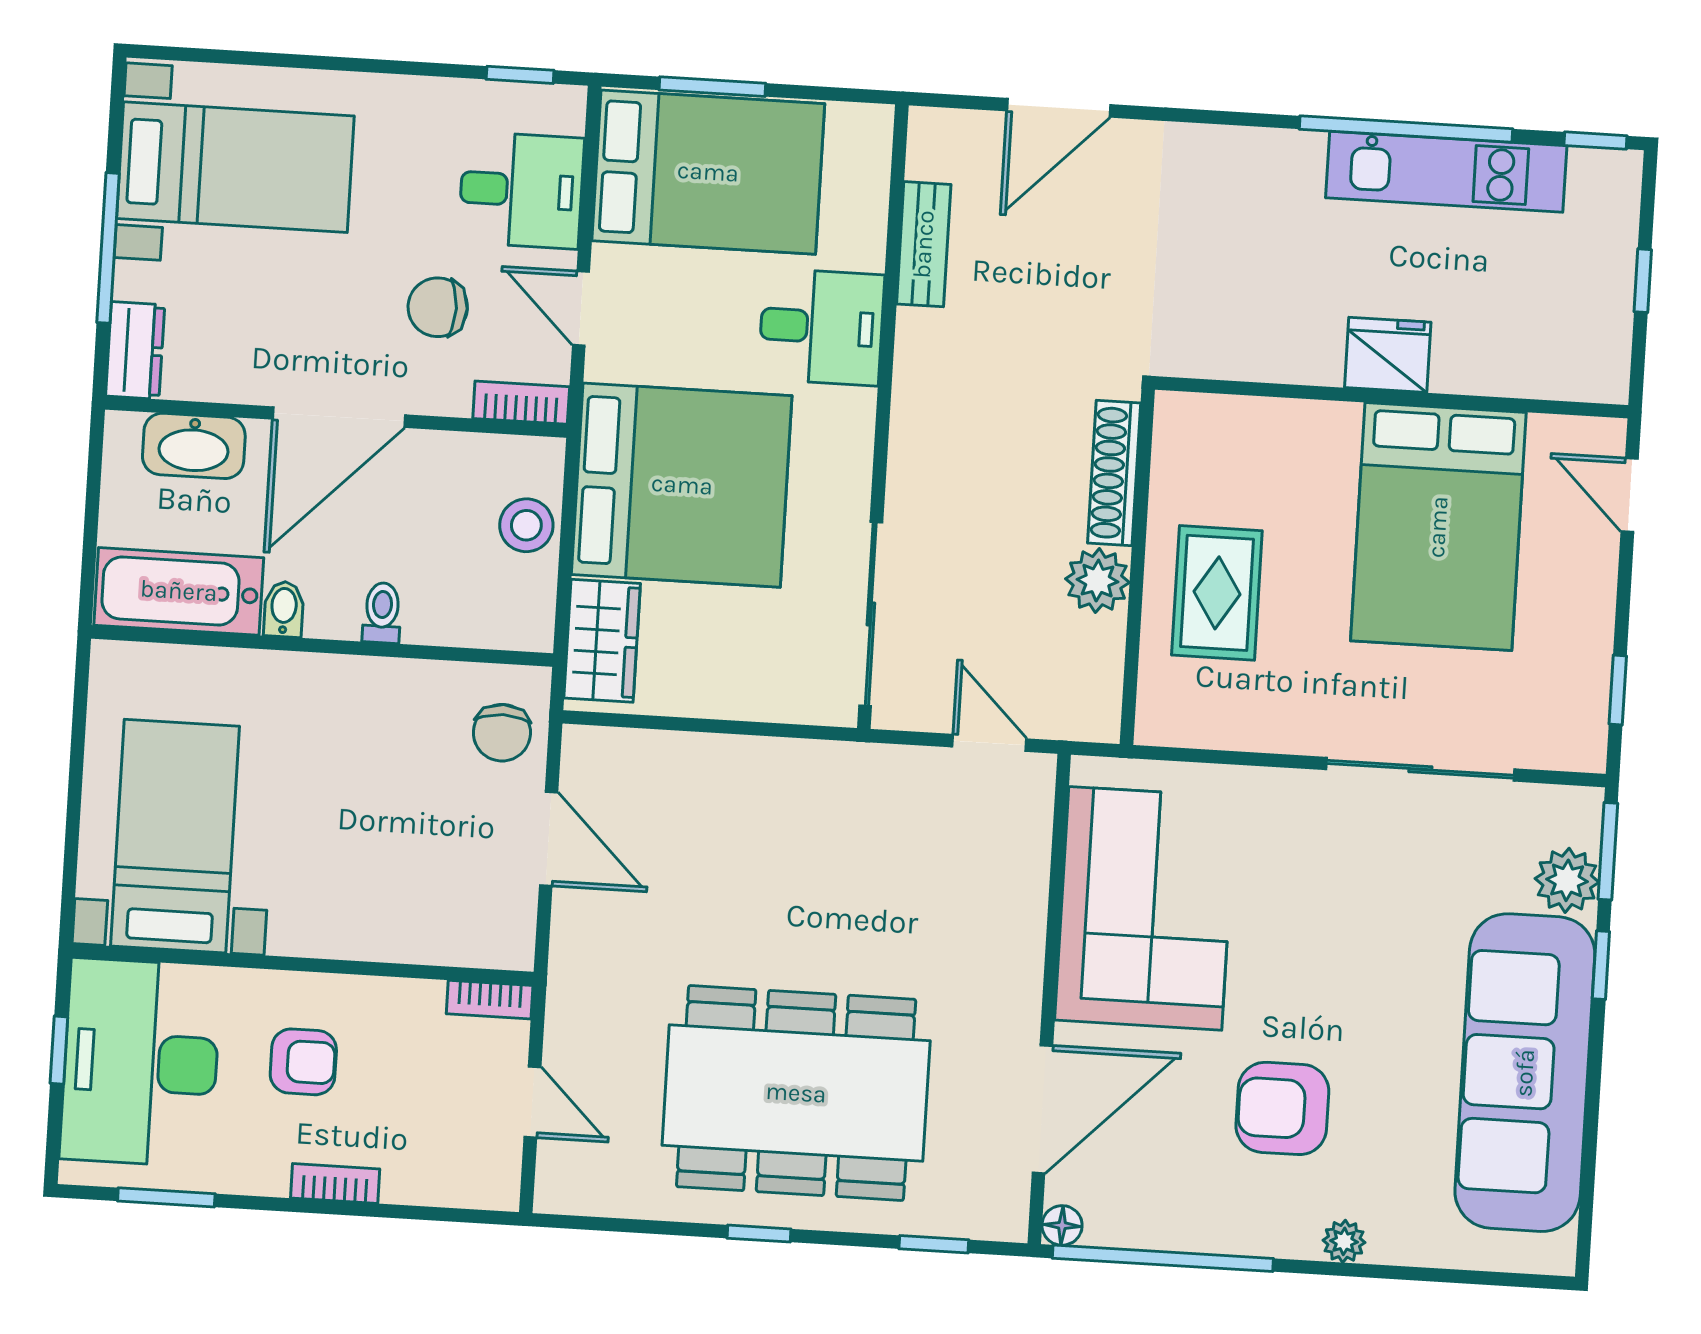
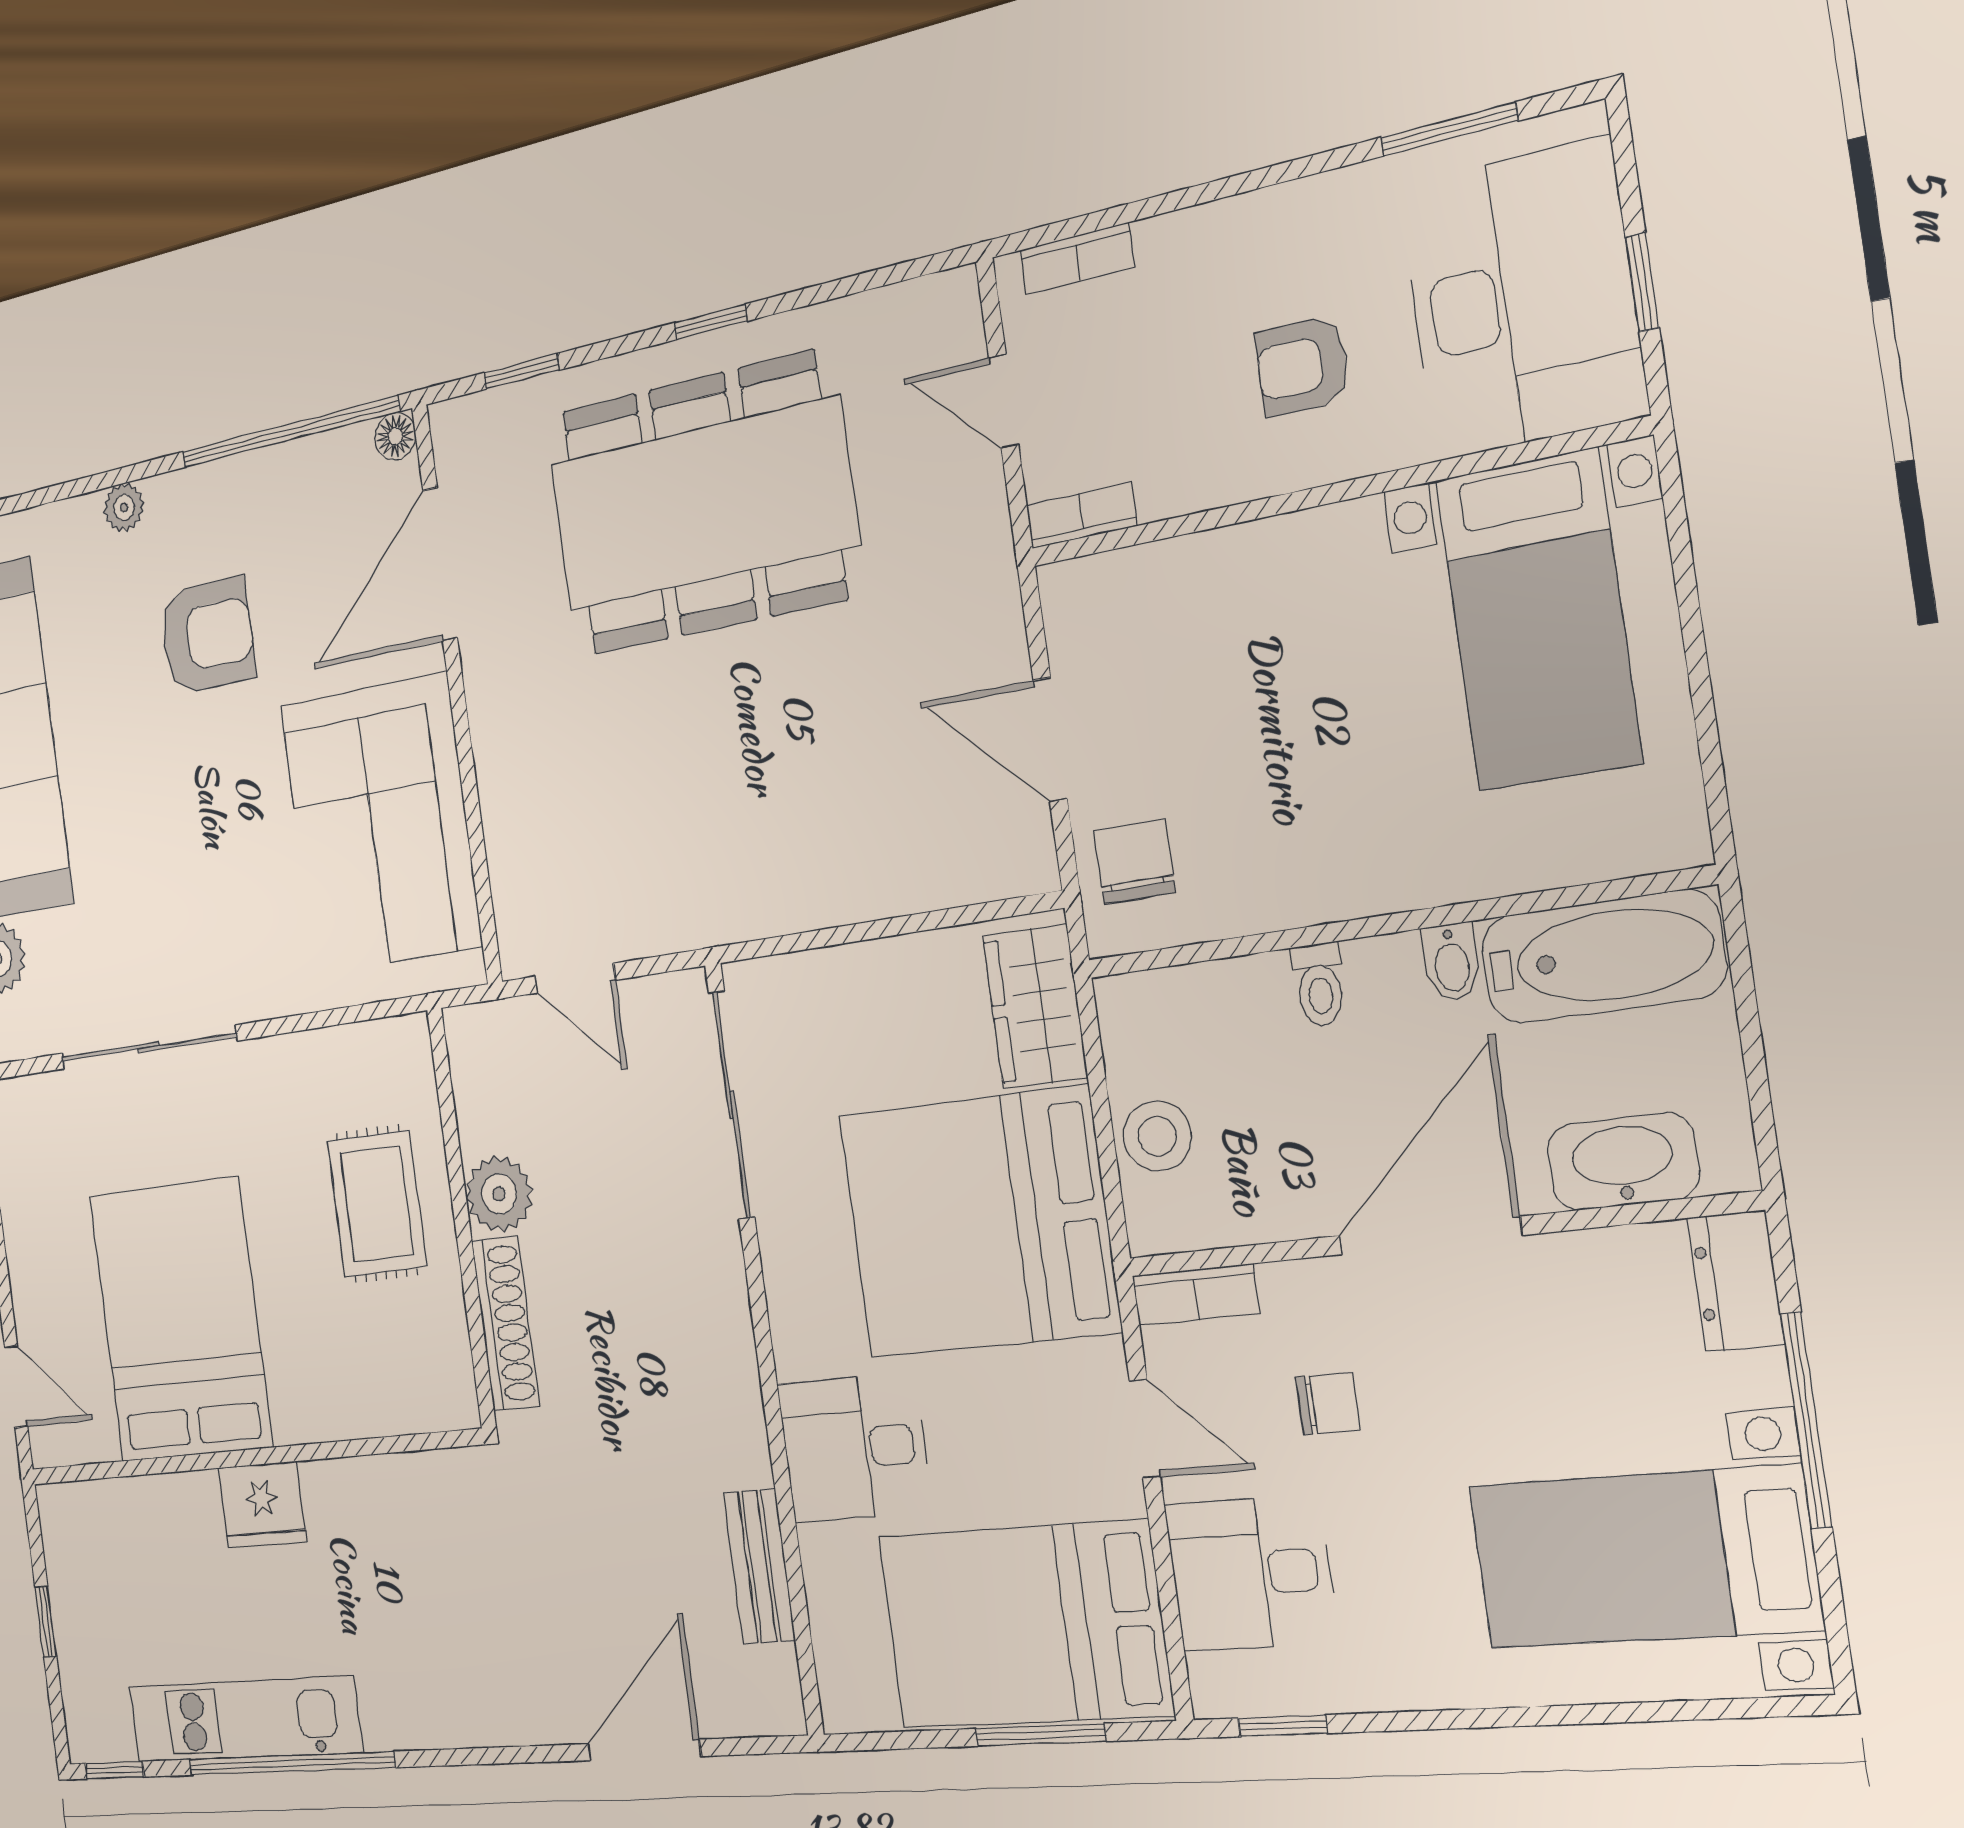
chair: (438, 307) -> (1328, 1403), width x0.73, depth x0.73
bookcase: (335, 1183) -> (1077, 259), moved

